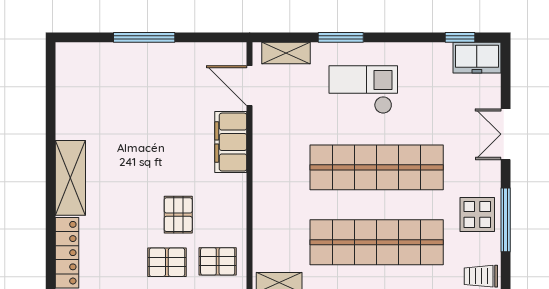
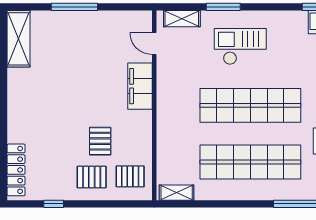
door: (250, 86) -> (154, 44), width x0.73
shelving: (70, 178) -> (19, 39), moved

